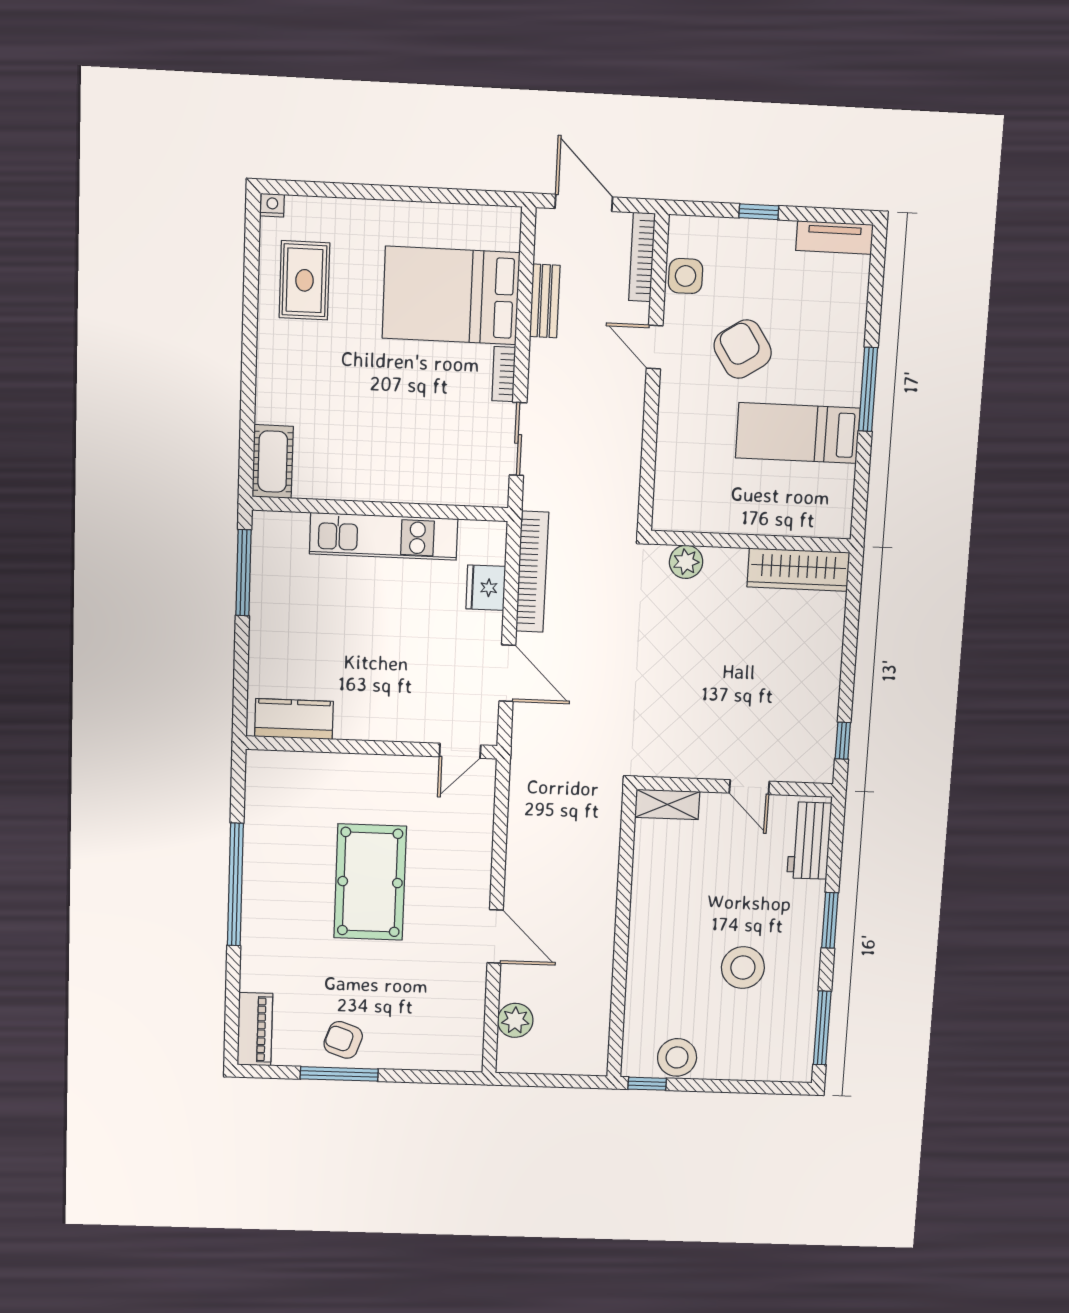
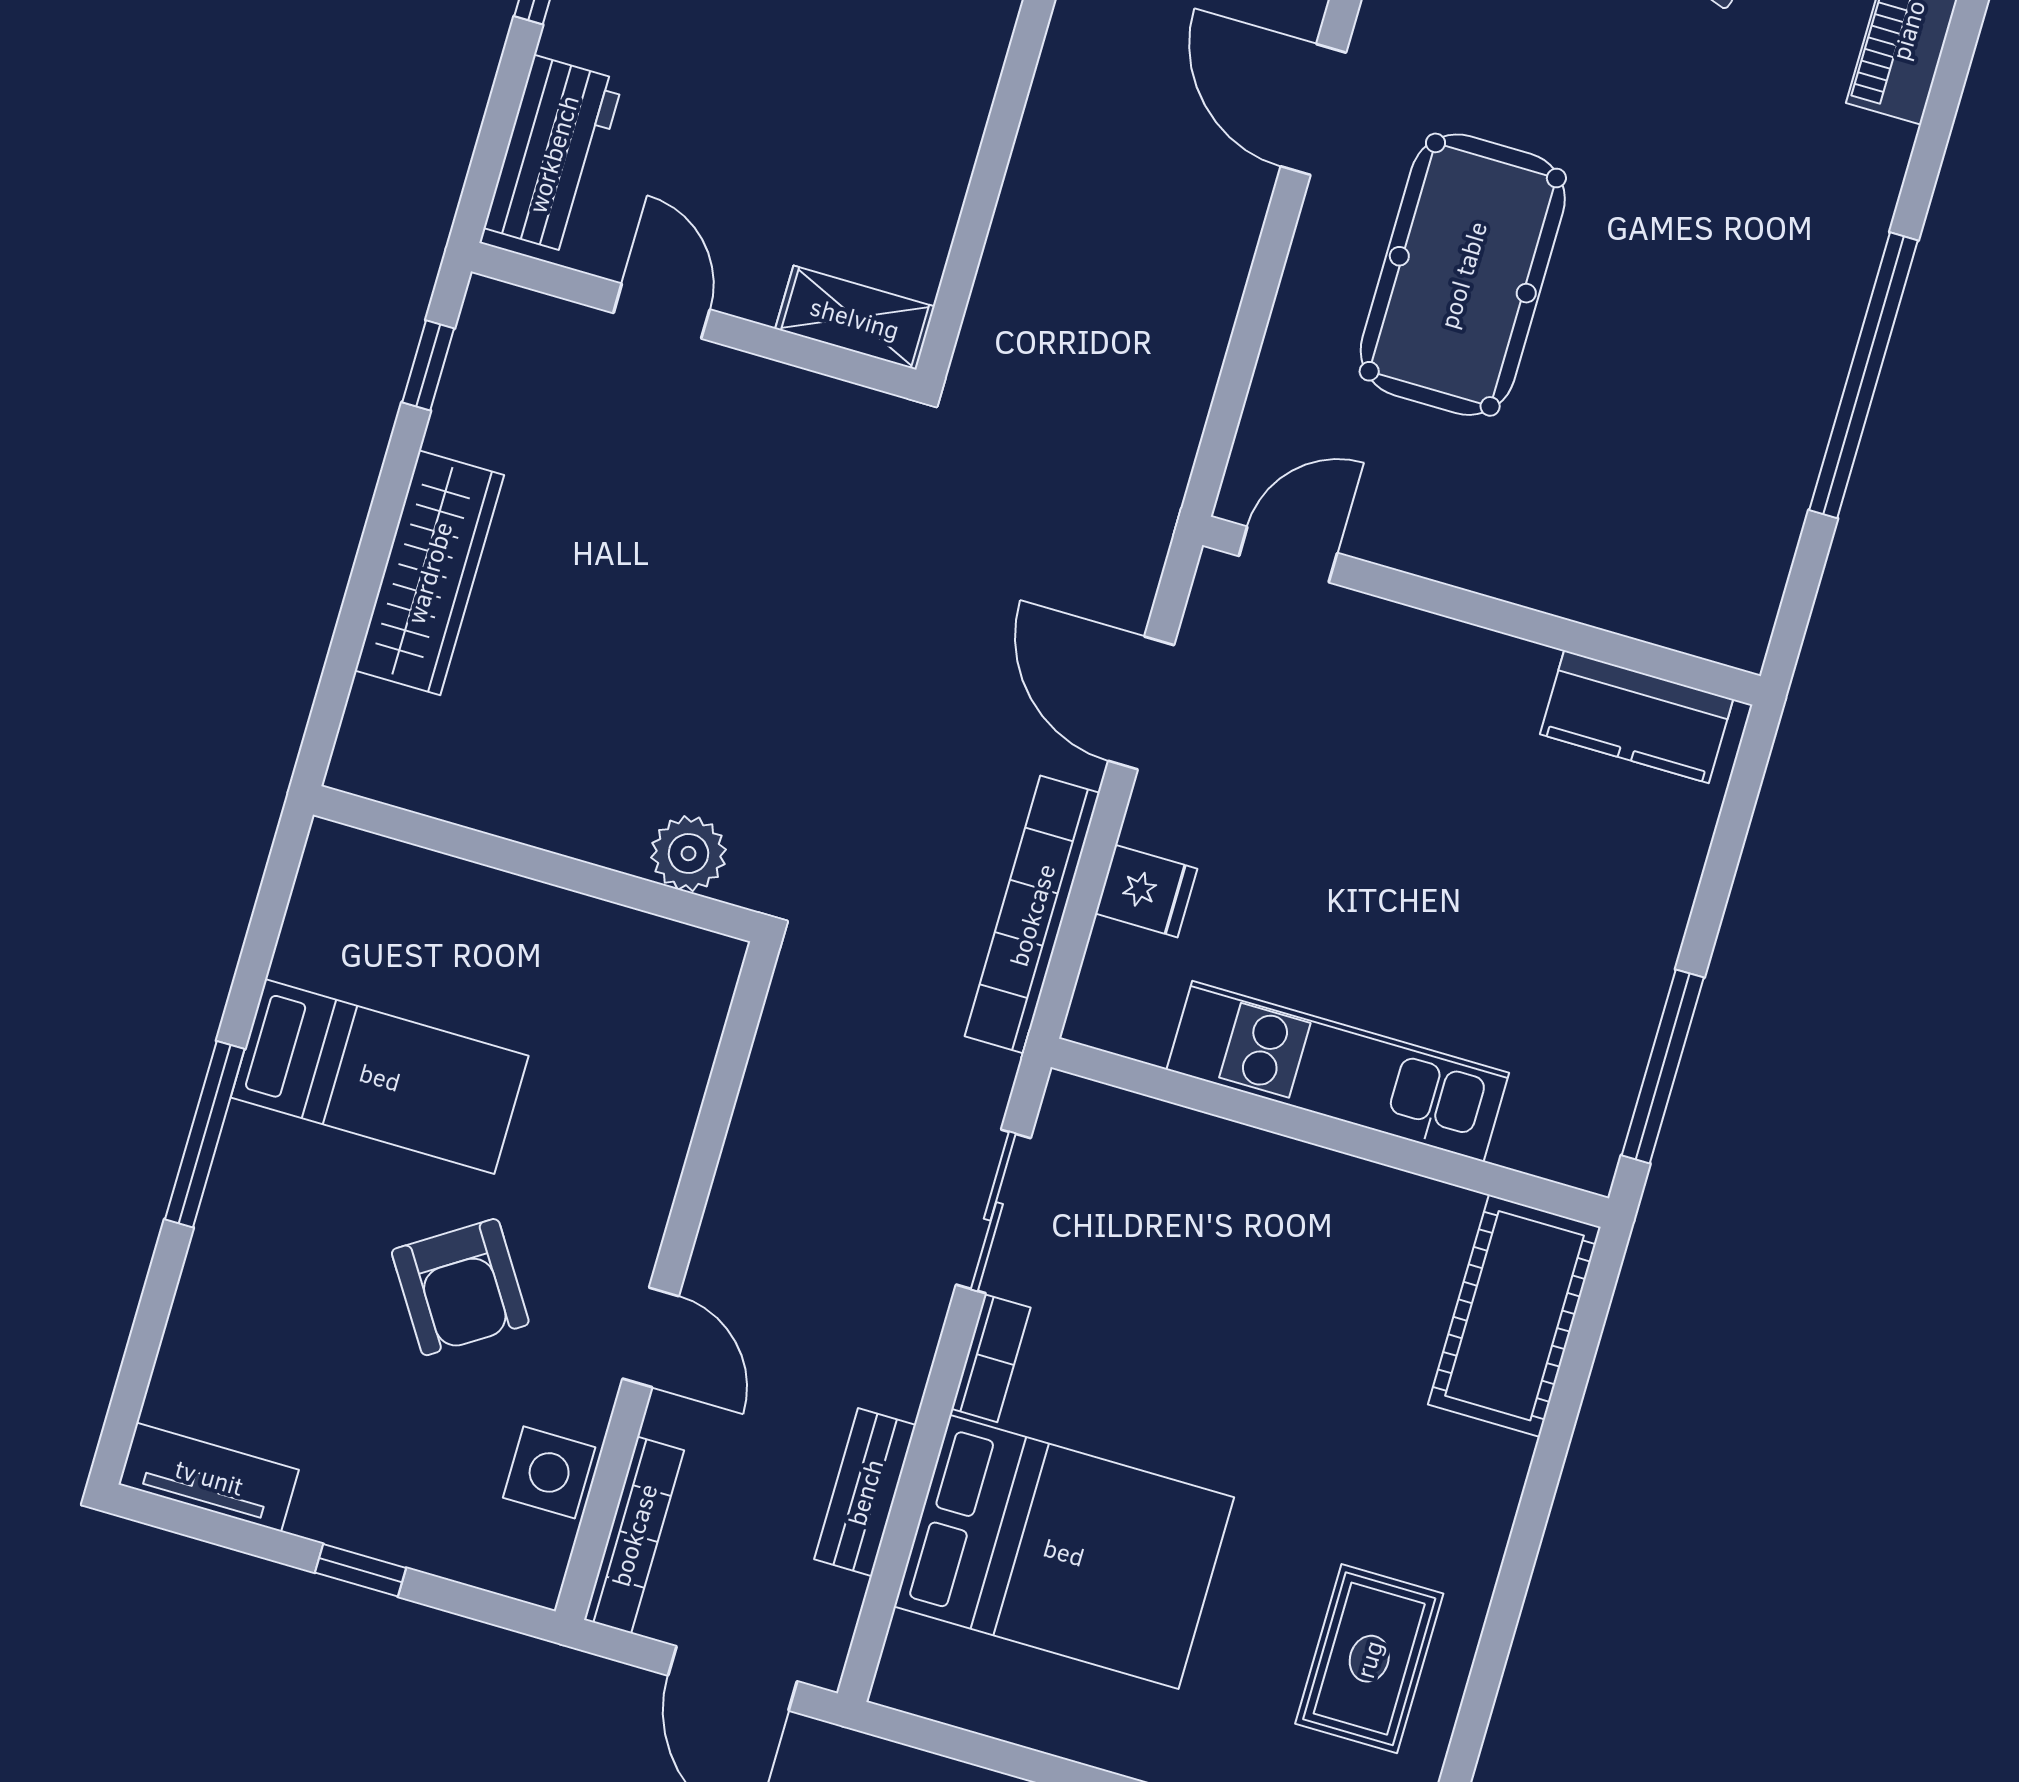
cot: (273, 462) -> (1514, 1316), width x1.37, depth x1.34
wardrobe: (798, 570) -> (429, 573), moved, turned 90
fridge: (486, 588) -> (1146, 891), width x0.72
pool table: (370, 882) -> (1463, 275), moved

